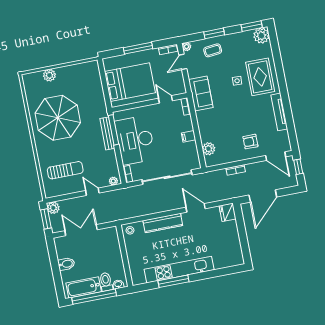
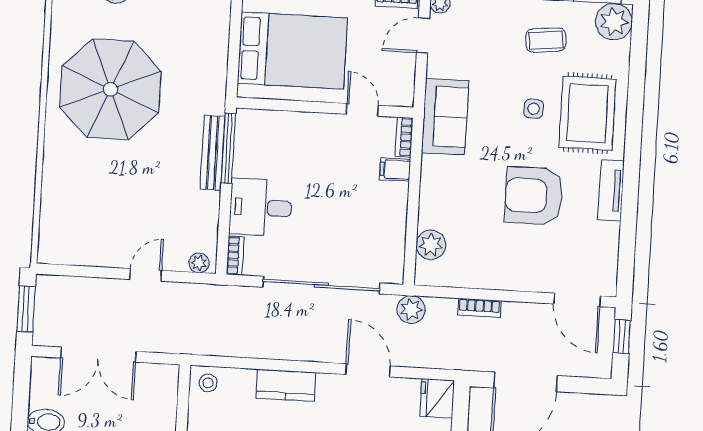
coffee table: (213, 50) -> (546, 40), moved
tv unit: (279, 112) -> (611, 190), width x0.71
filing cabinet: (189, 136) -> (395, 170), moved
desk: (135, 140) -> (260, 207), width x0.53, depth x0.77
armchair: (250, 142) -> (534, 196), moved, width x1.88, depth x1.88
sun lounger: (65, 170) -> (97, 211), removed
door: (92, 192) -> (146, 275), hinge flipped
plant: (53, 208) -> (411, 309), moved
kitchen counter: (163, 223) -> (286, 385), width x0.67
double door: (81, 230) -> (98, 355), swing flipped

